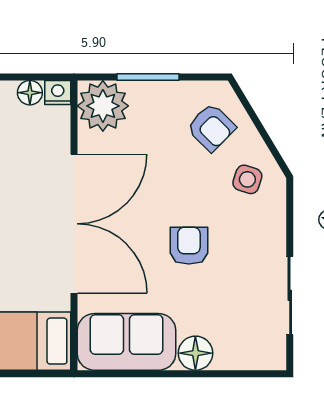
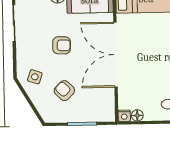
plant: (103, 106) -> (103, 110), removed
armchair: (211, 127) -> (64, 91), moved
armchair: (189, 246) -> (62, 45), turned -88

